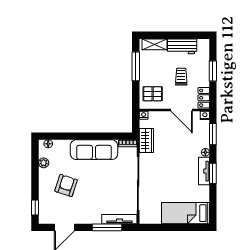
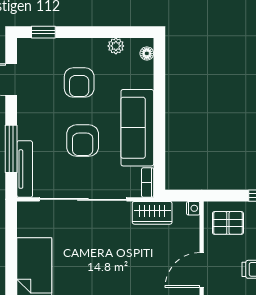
pallet: (153, 94) -> (228, 223), turned 90
armchair: (102, 183) -> (83, 141), added
armchair: (66, 185) -> (79, 82), turned 72

